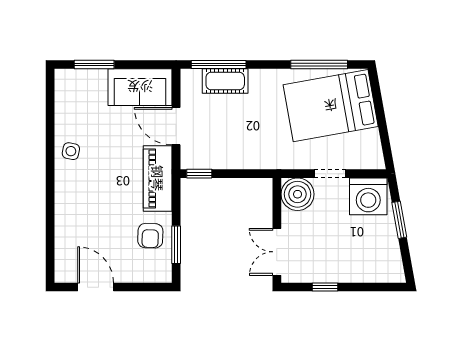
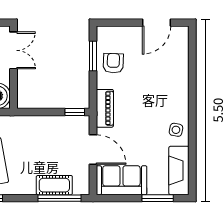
fireplace: (67, 99) -> (179, 171), added
piano: (158, 178) -> (105, 108), width x0.73, depth x0.75
door: (96, 287) -> (156, 23), hinge flipped

